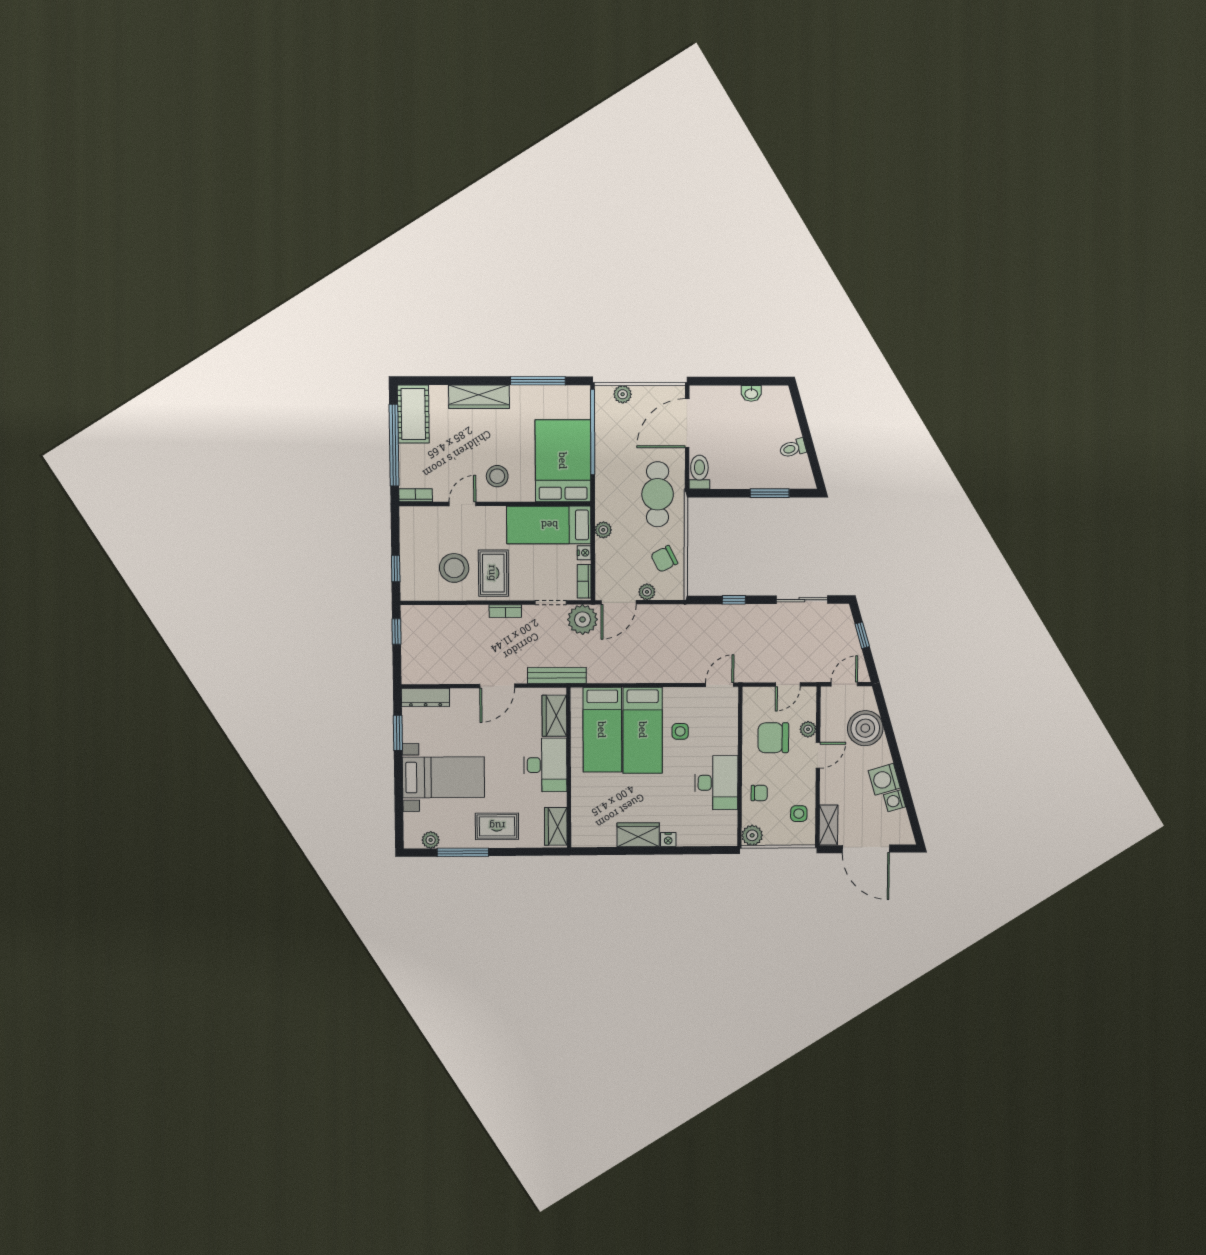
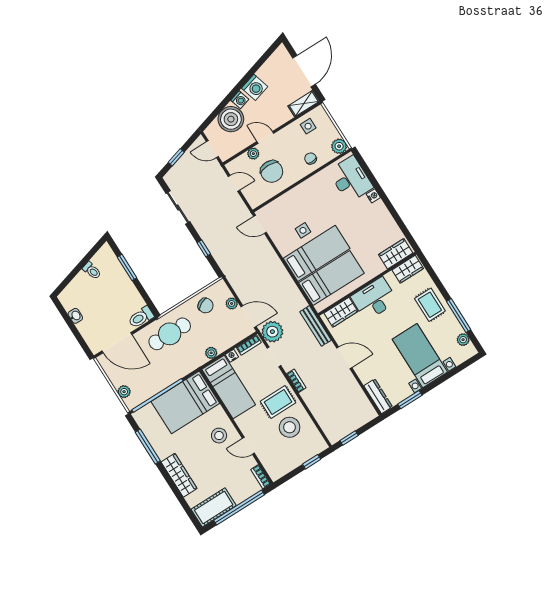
desk: (716, 783) -> (351, 179), moved, turned 90
washing machine: (895, 801) -> (240, 100), moved
wardrobe: (638, 835) -> (396, 254), moved, turned 90

